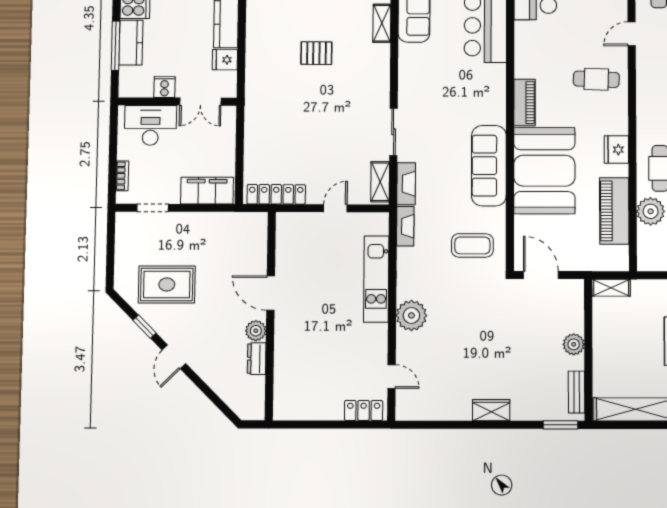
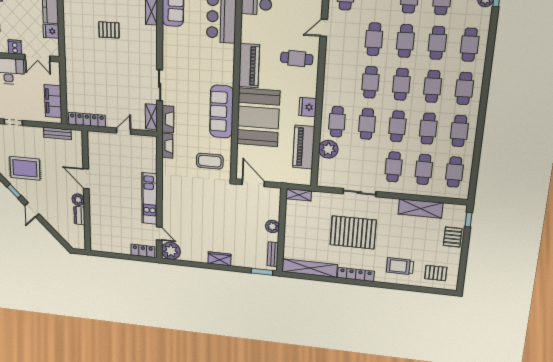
piano: (525, 103) -> (249, 66), width x1.37, depth x1.33
filing cabinet: (207, 191) -> (53, 101), moved, turned -90
bench: (226, 221) -> (57, 133), added
kitchen unit: (376, 279) -> (150, 199), moved
plant: (411, 315) -> (171, 251), moved

